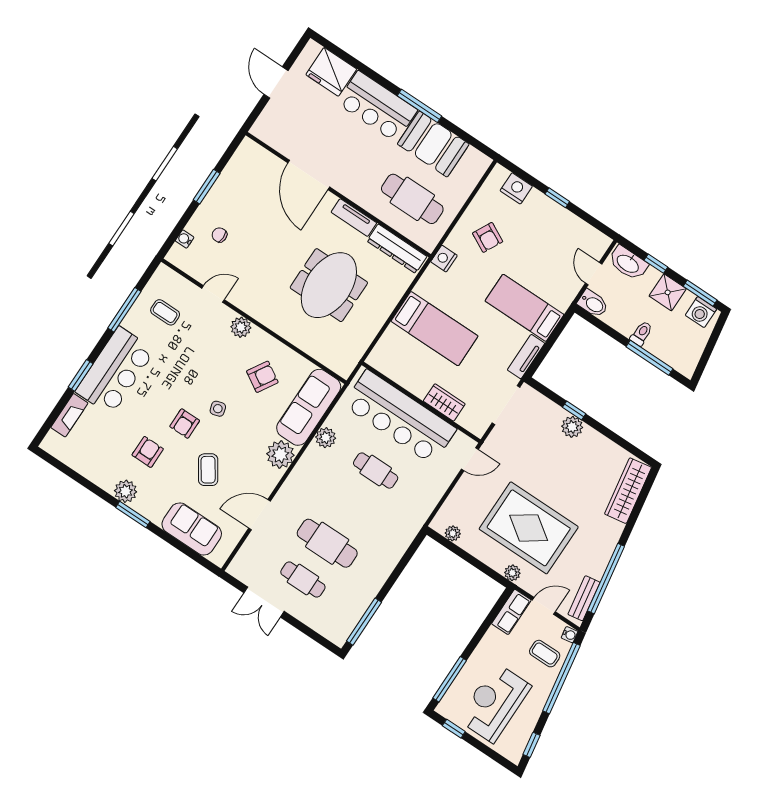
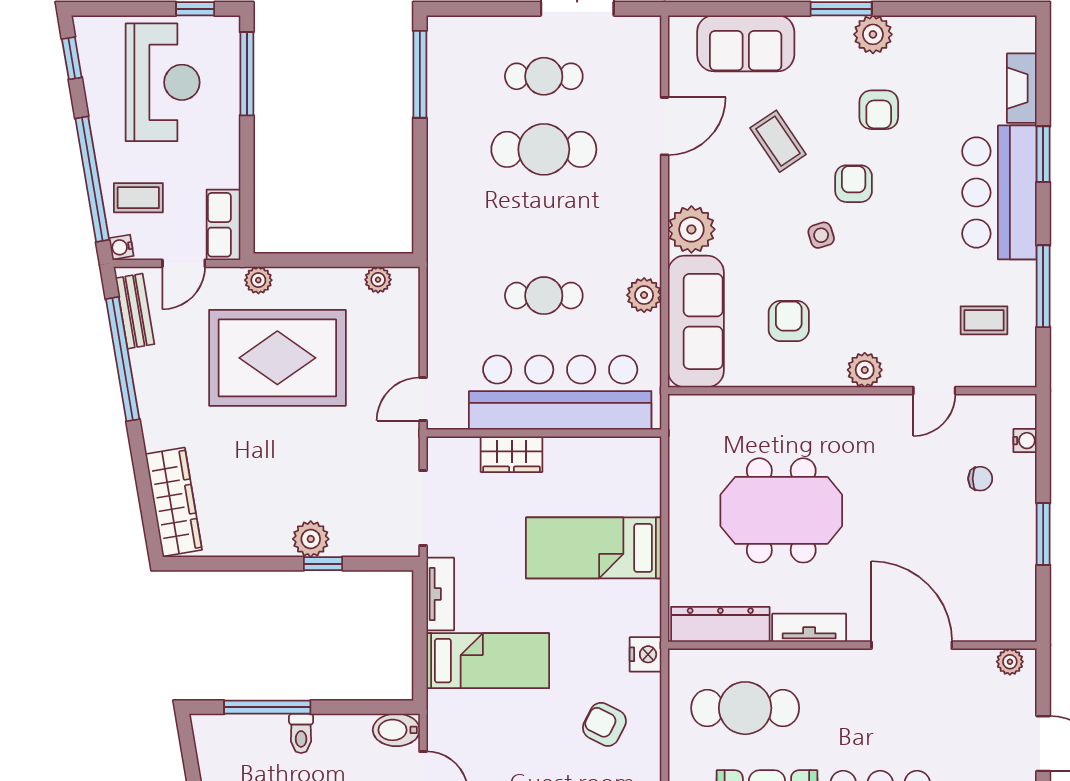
plant: (265, 134) -> (1010, 662), added
meeting table: (329, 285) -> (781, 510), turned 90
armchair: (262, 377) -> (789, 321), turned 149

